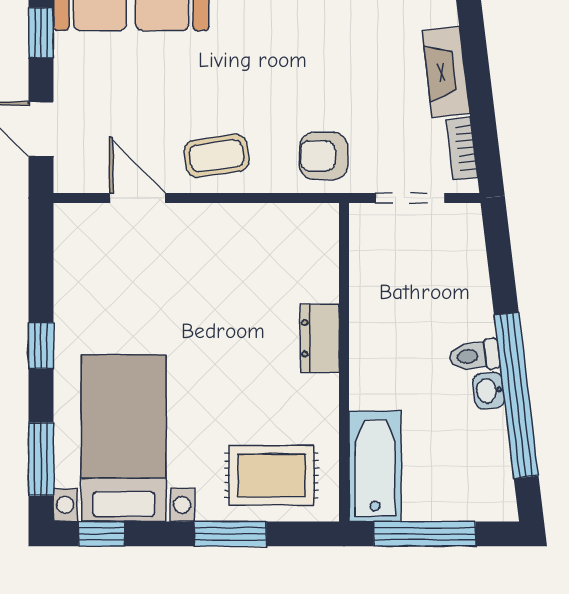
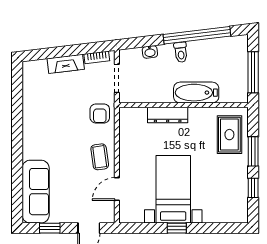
dresser: (320, 338) -> (168, 115), width x1.44
washbasin: (489, 391) -> (150, 52), moved
bed with nightstands: (124, 438) -> (173, 189), moved, turned 90
window: (41, 459) -> (223, 228), removed
bathtub: (375, 466) -> (196, 93), moved
window: (102, 534) -> (253, 188), moved

